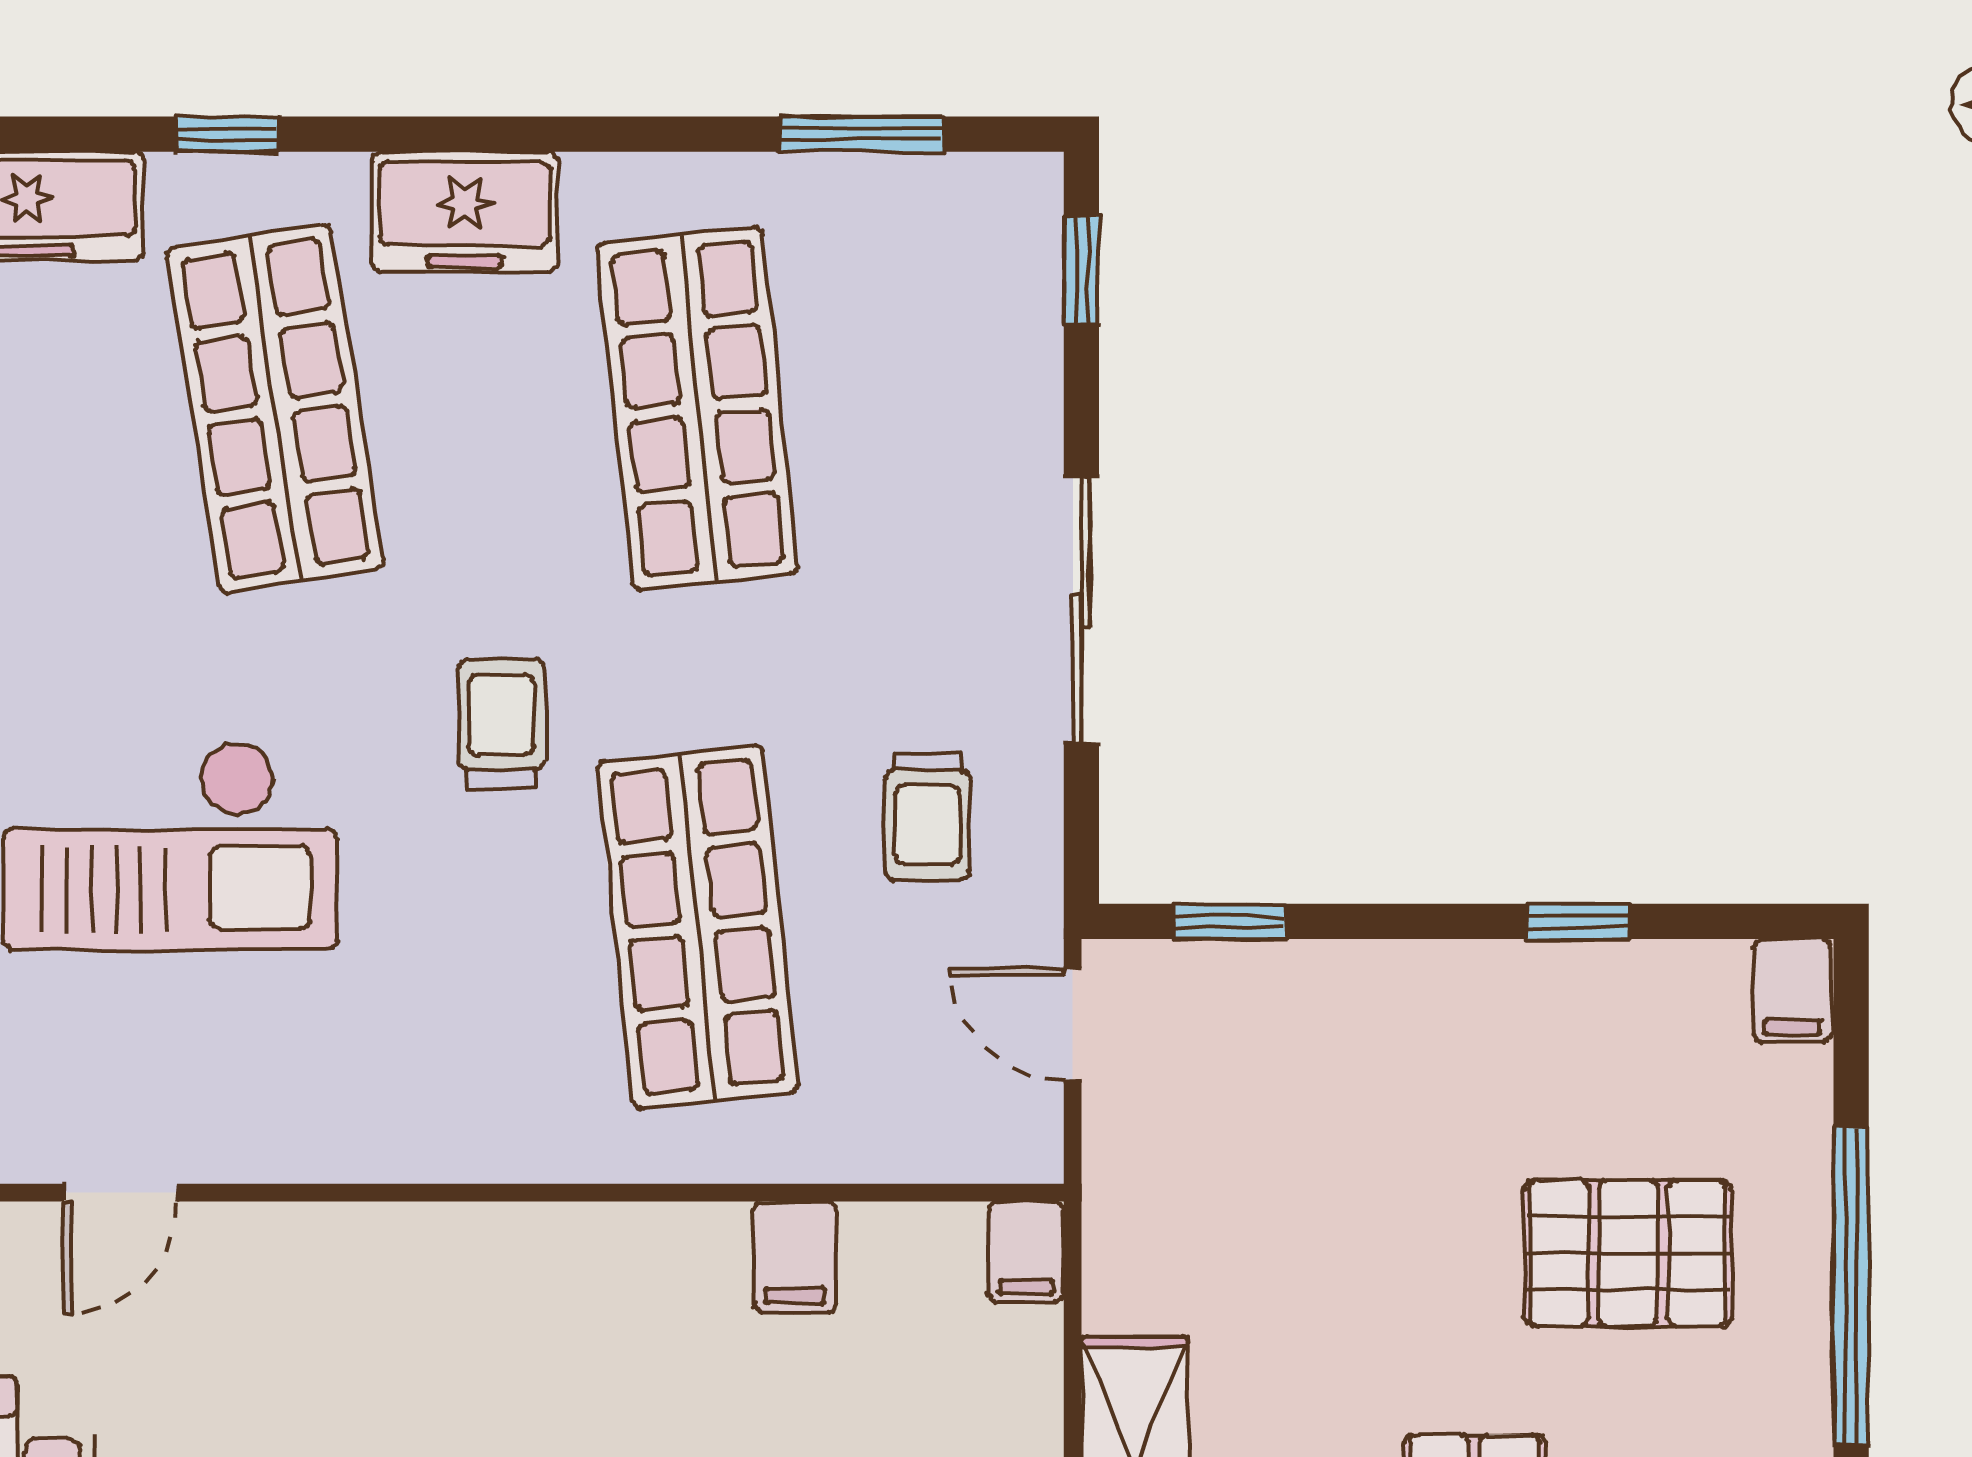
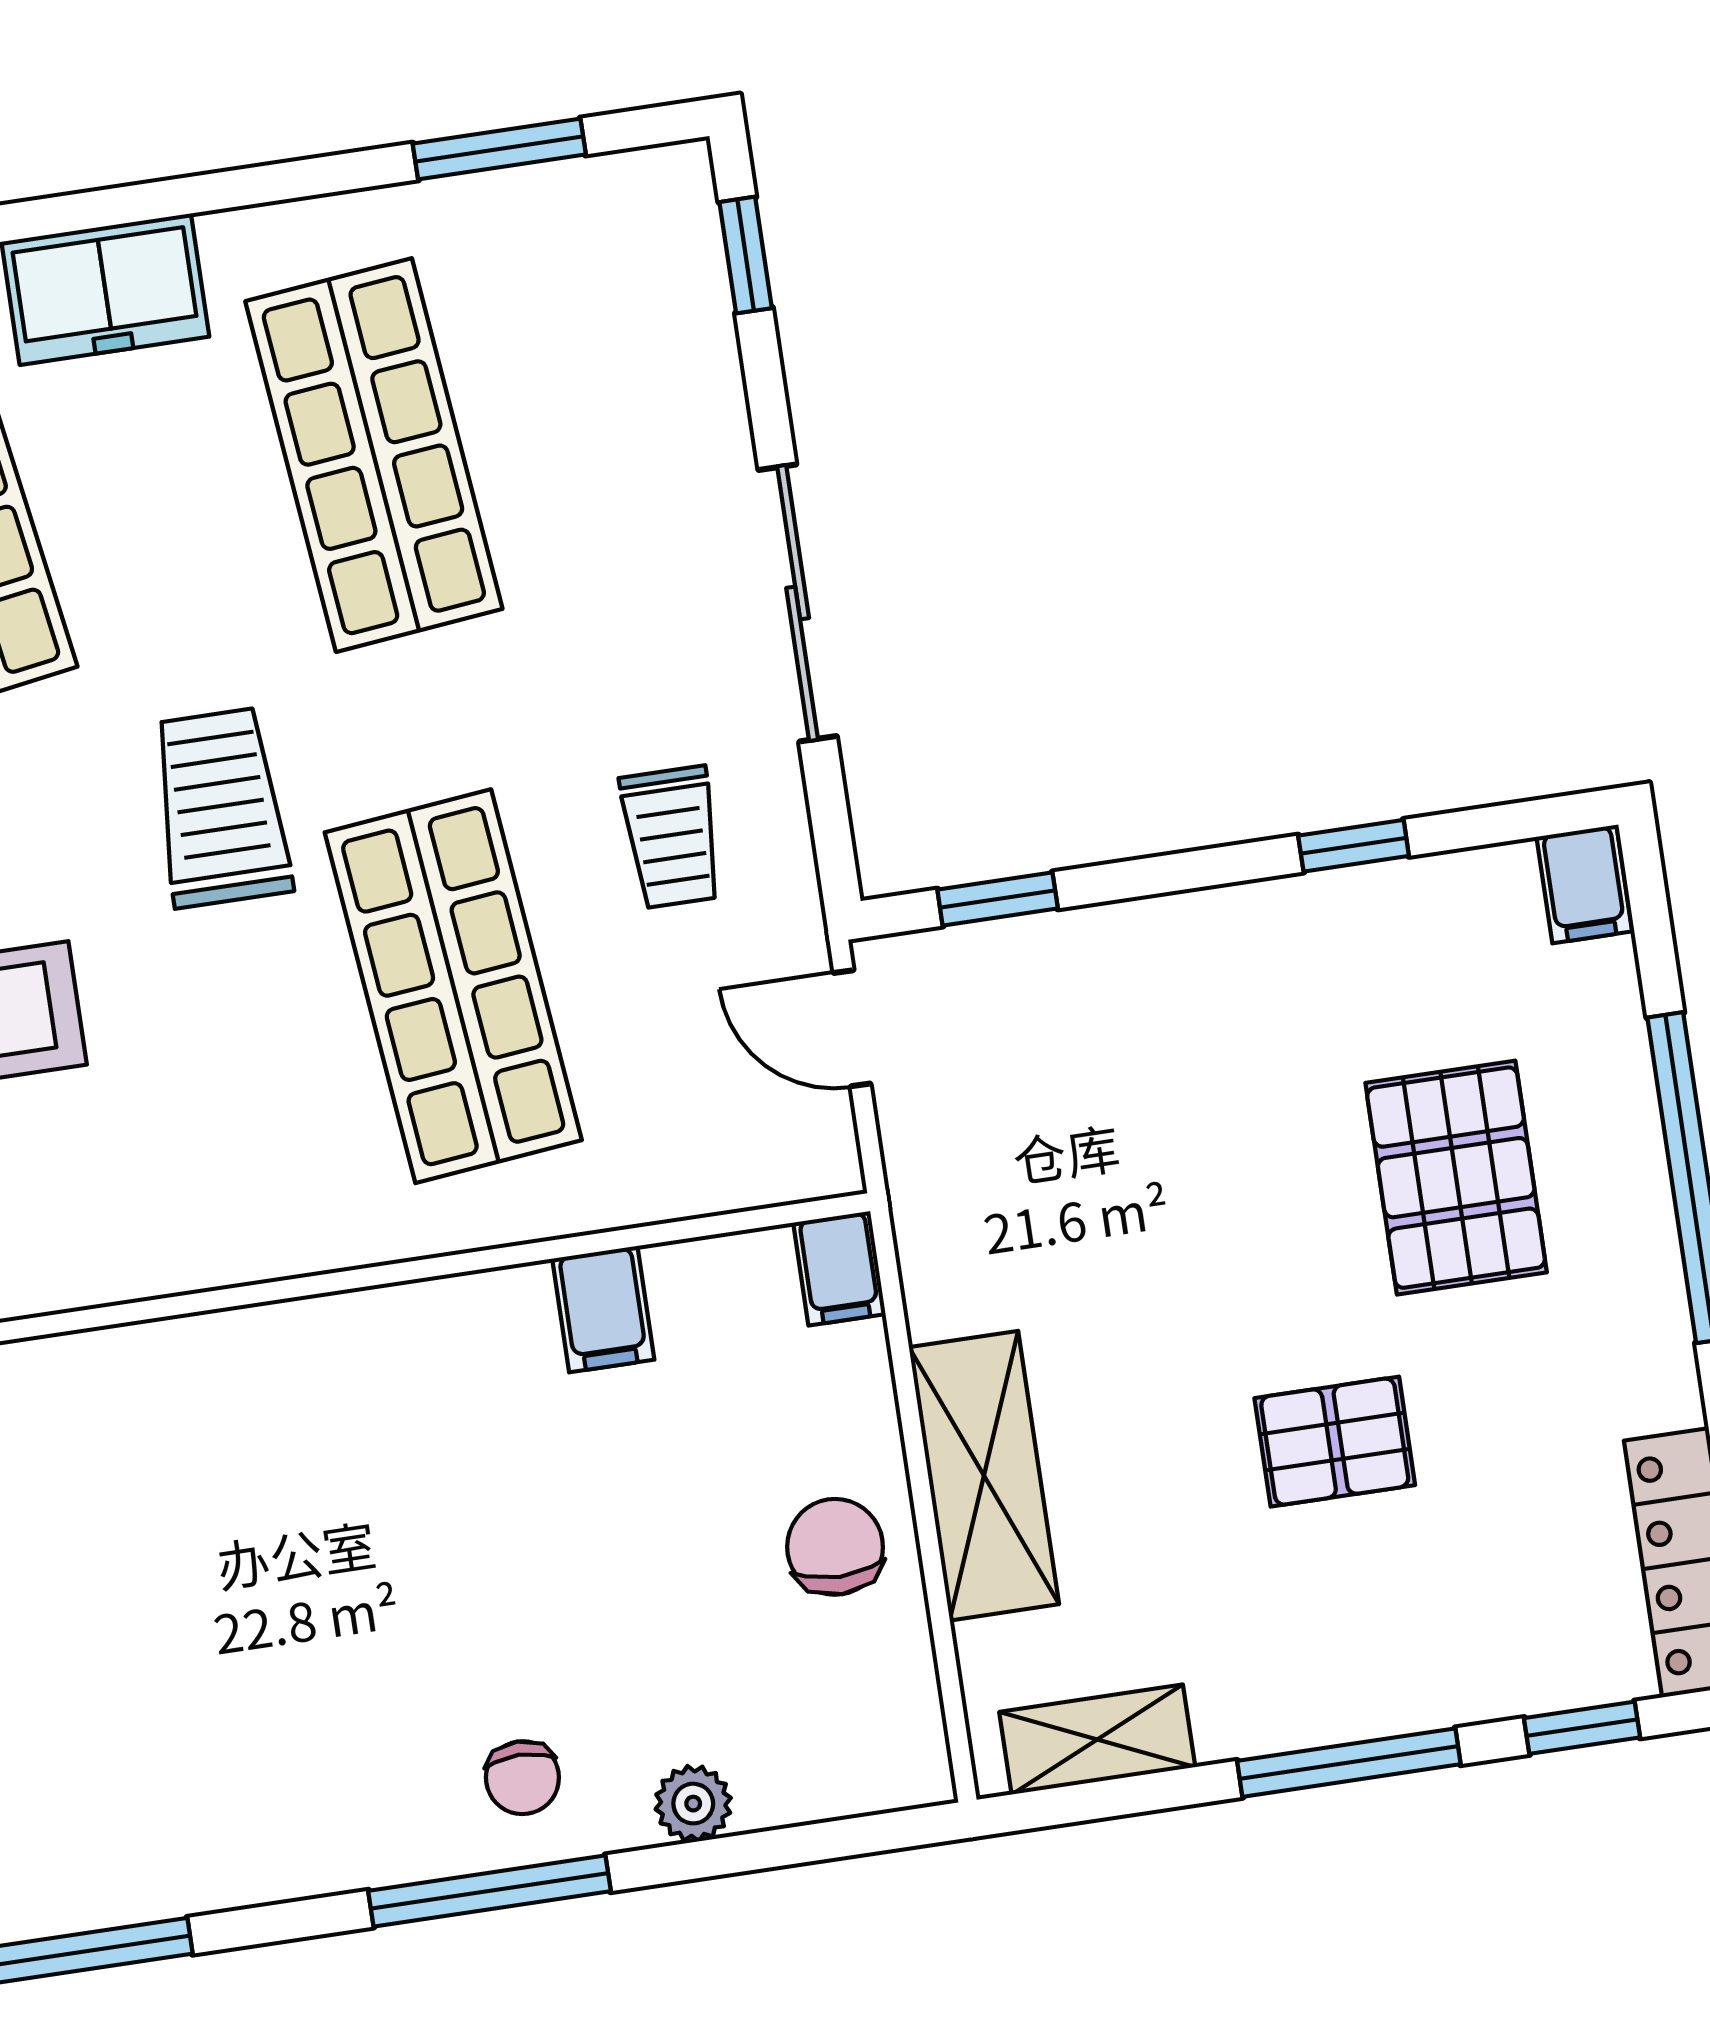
trolley: (501, 723) -> (221, 808), width x1.36, depth x1.39
pallet: (1628, 1253) -> (1456, 1178), turned 90

